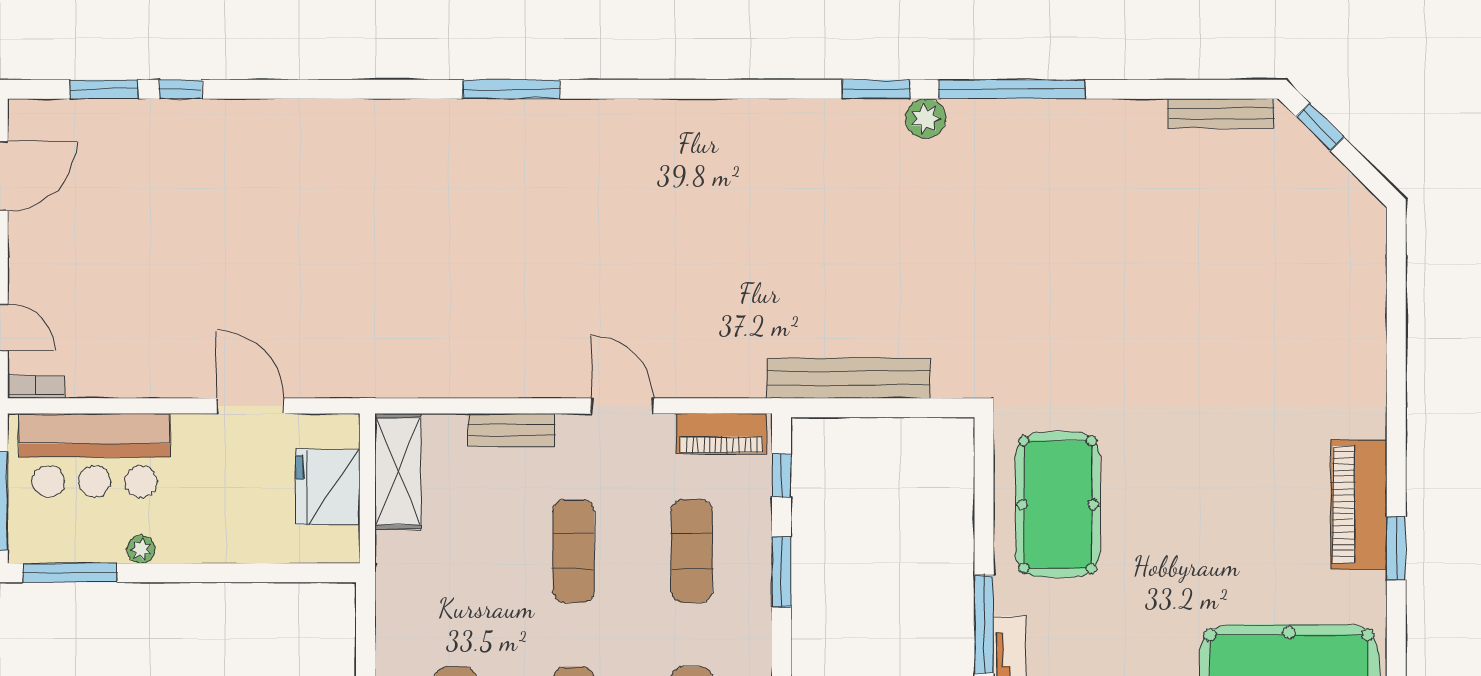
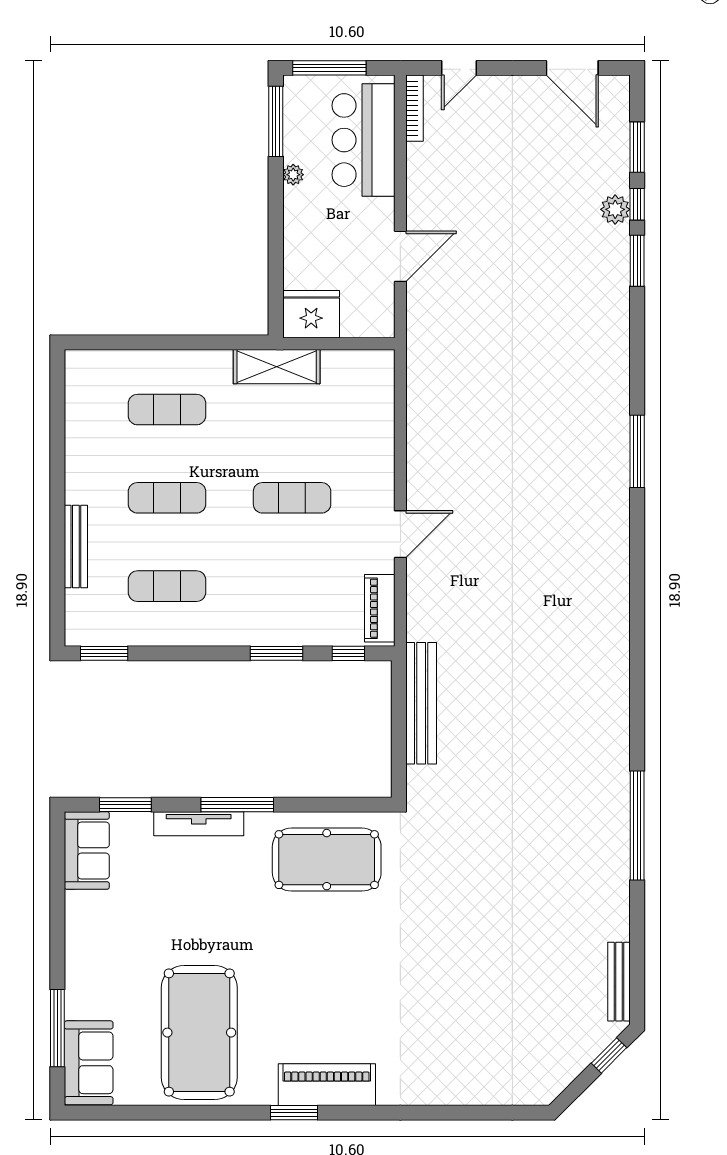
window: (876, 89) -> (637, 261), moved
plant: (926, 119) -> (615, 209), moved
bookcase: (36, 387) -> (415, 108), width x1.56
bench: (511, 430) -> (382, 451), removed
shelving: (398, 471) -> (277, 367), moved
fridge: (328, 487) -> (311, 314), moved
exercise mat: (692, 551) -> (292, 586), removed

